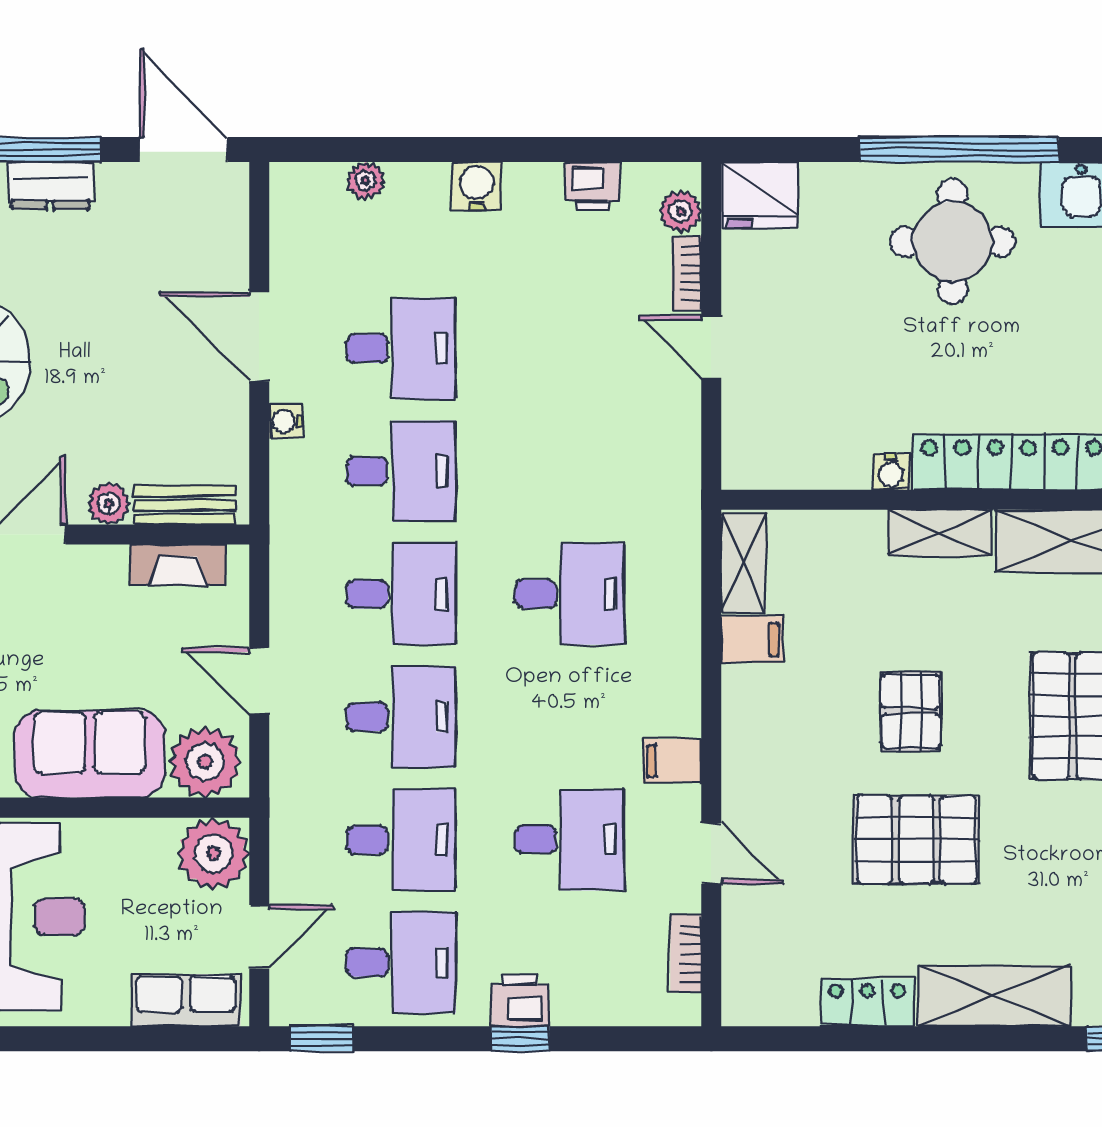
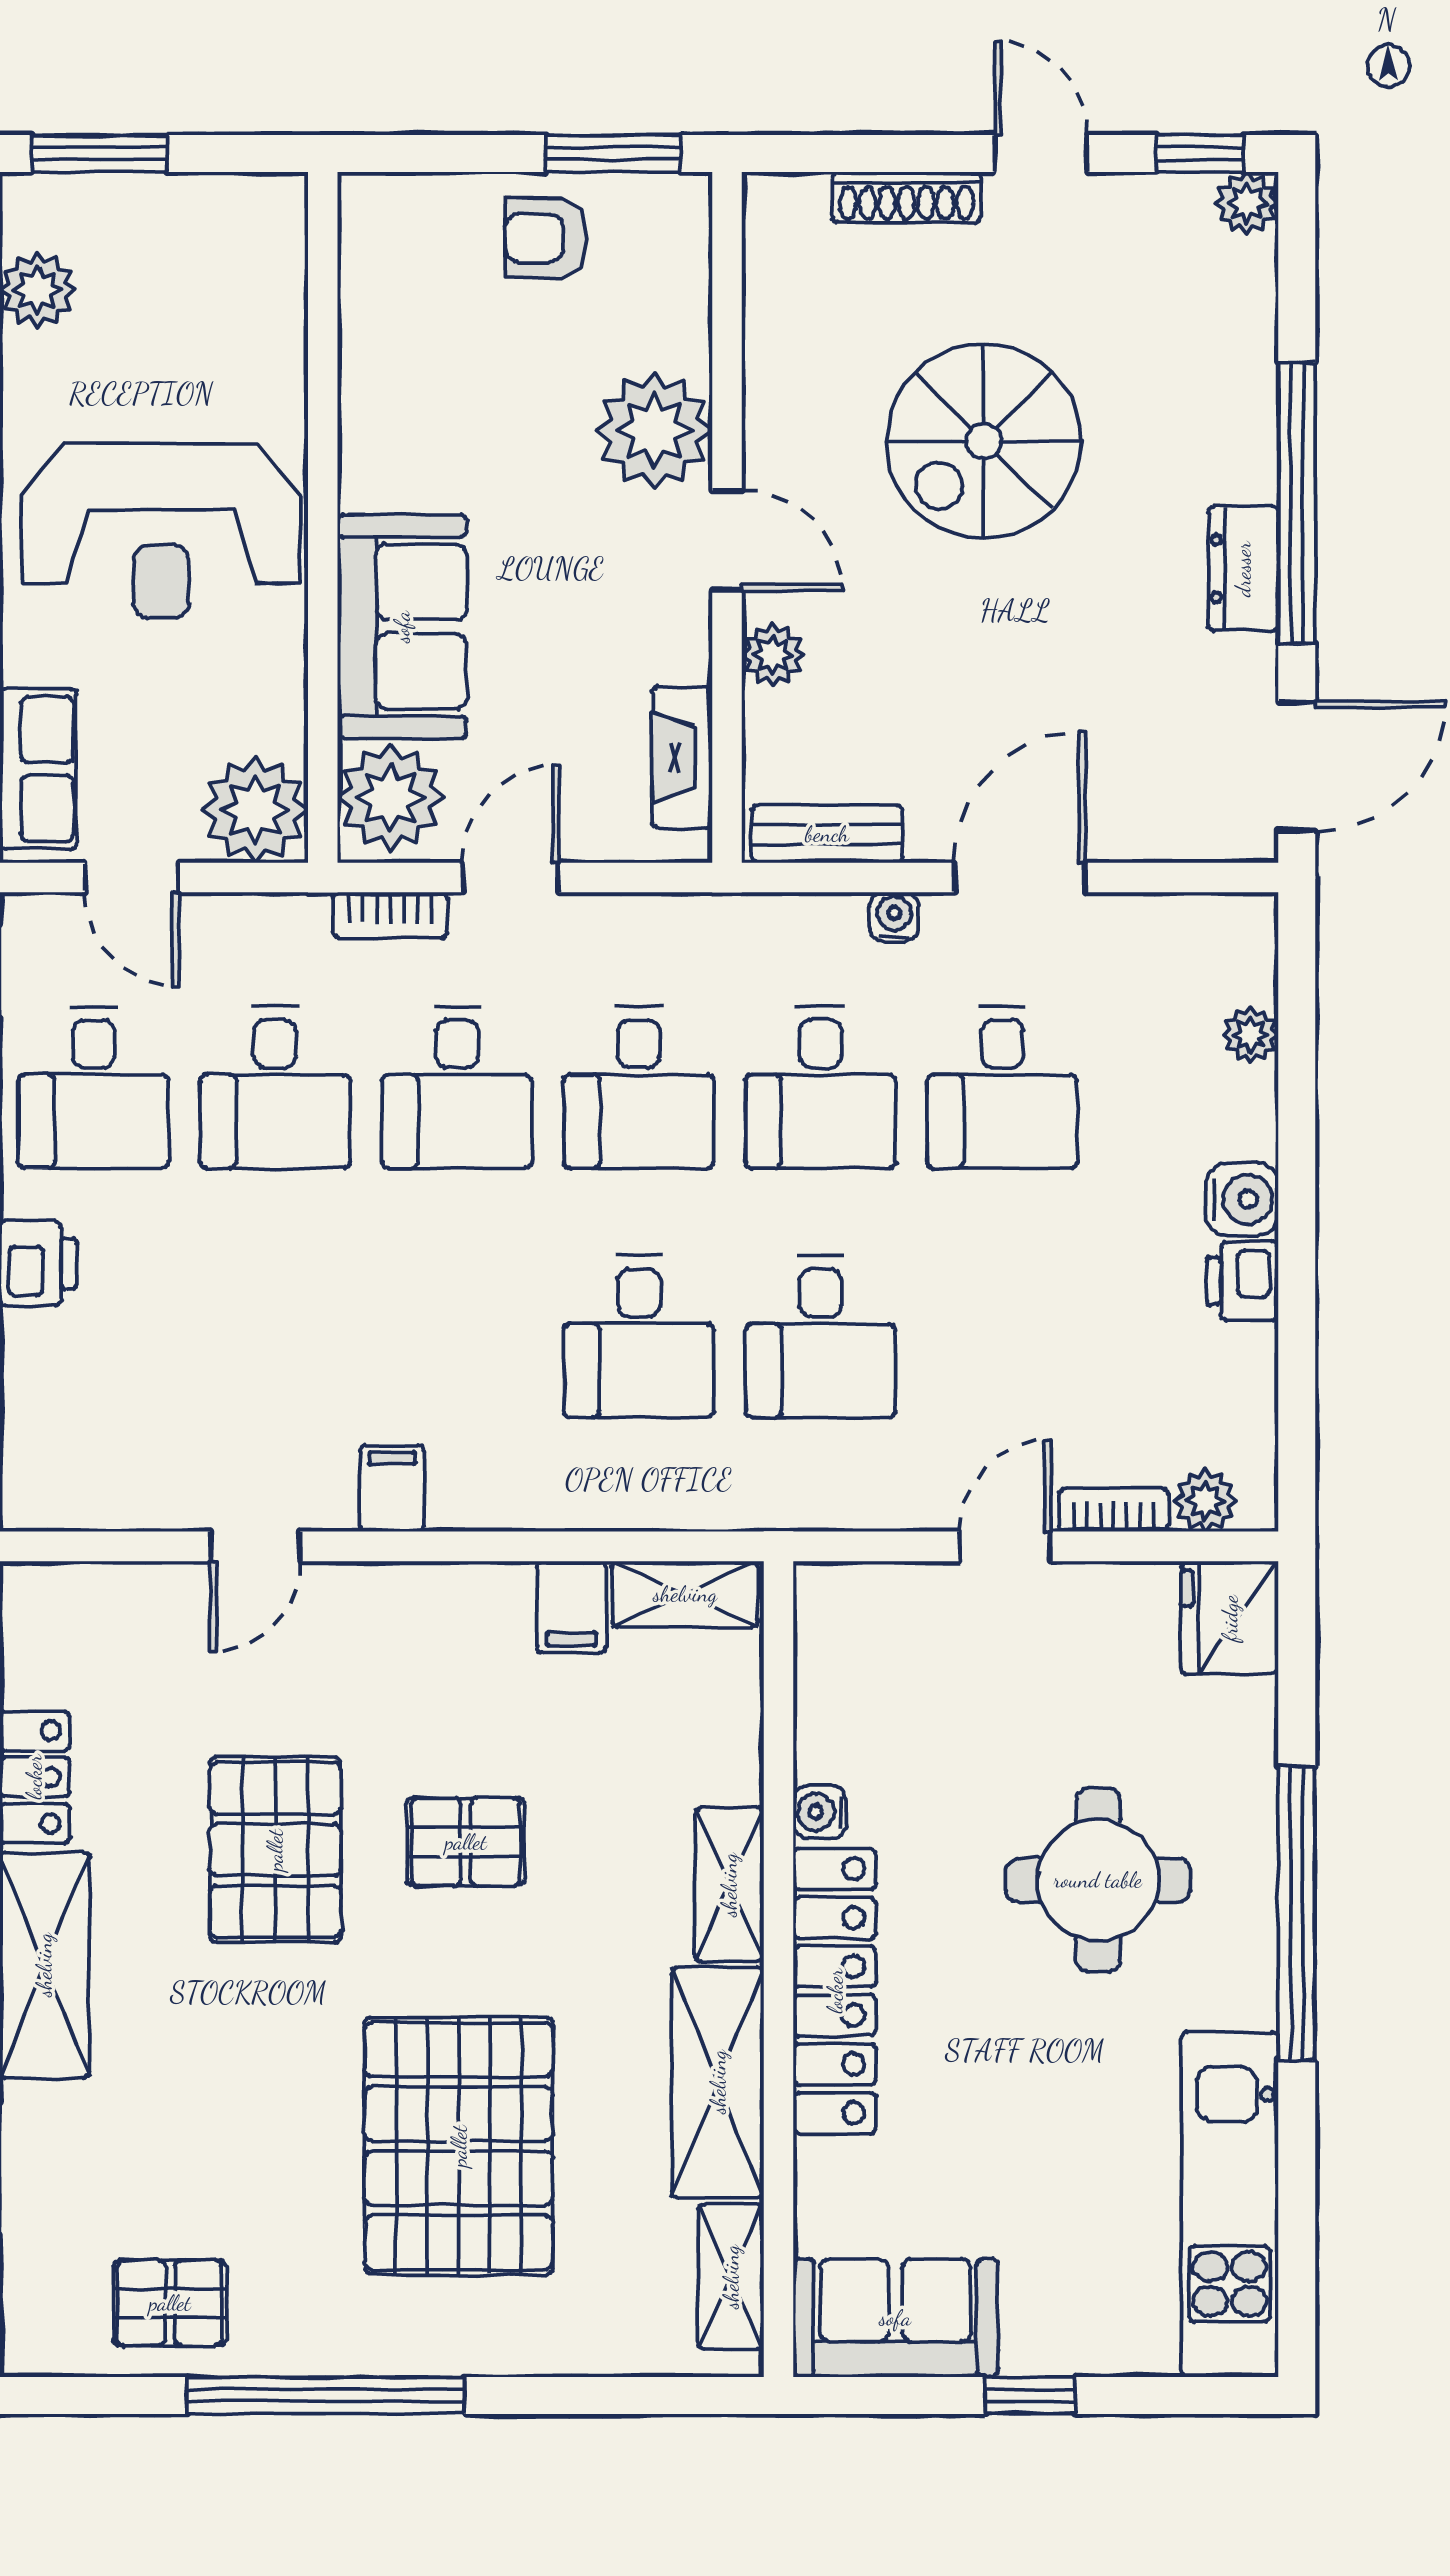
printer: (592, 186) -> (1242, 1281), moved
round table: (953, 242) -> (1098, 1880), moved
bench: (185, 505) -> (827, 834), moved, turned 90
desk: (569, 840) -> (821, 1336), moved
bookcase: (686, 954) -> (390, 915), moved, turned 180

